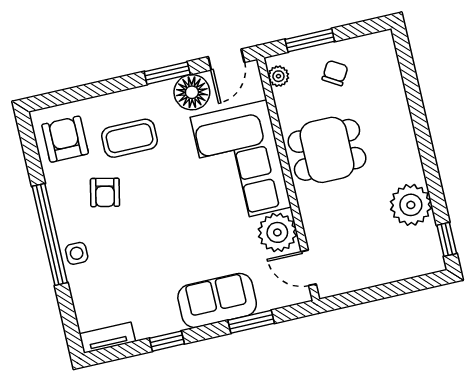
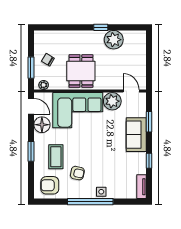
window: (167, 73) -> (31, 151), moved
window: (447, 239) -> (101, 27), moved
door: (309, 268) -> (131, 91), swing flipped

